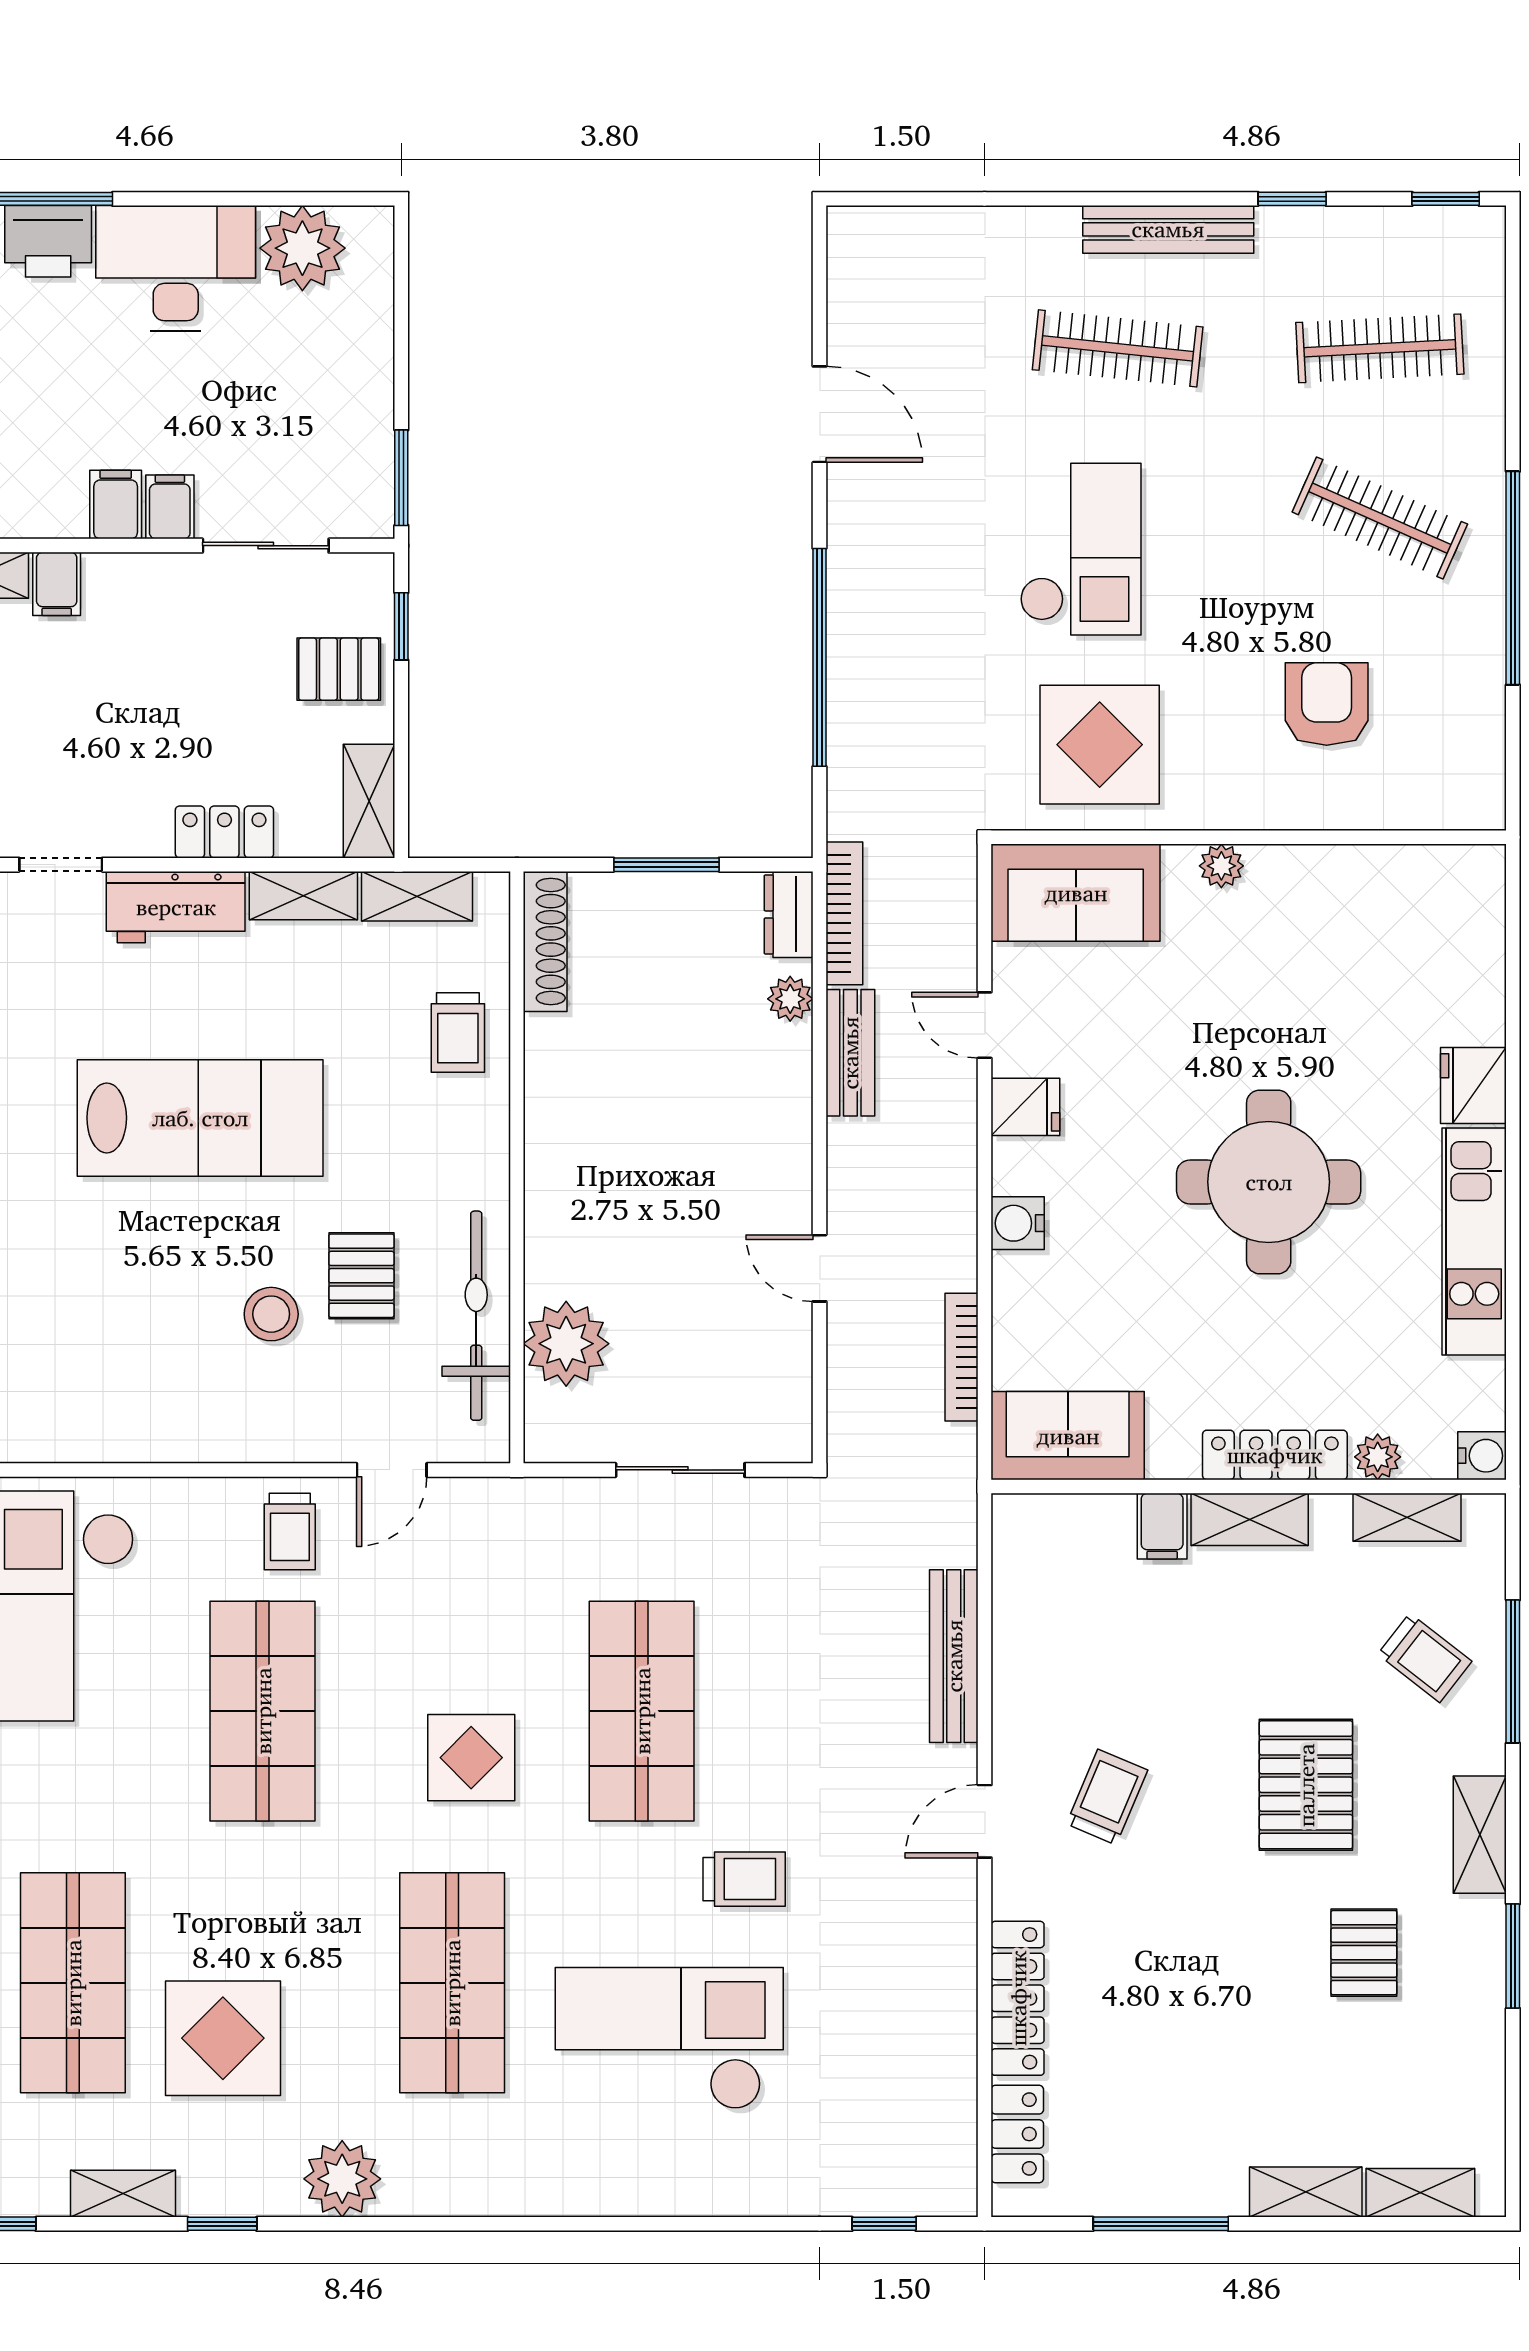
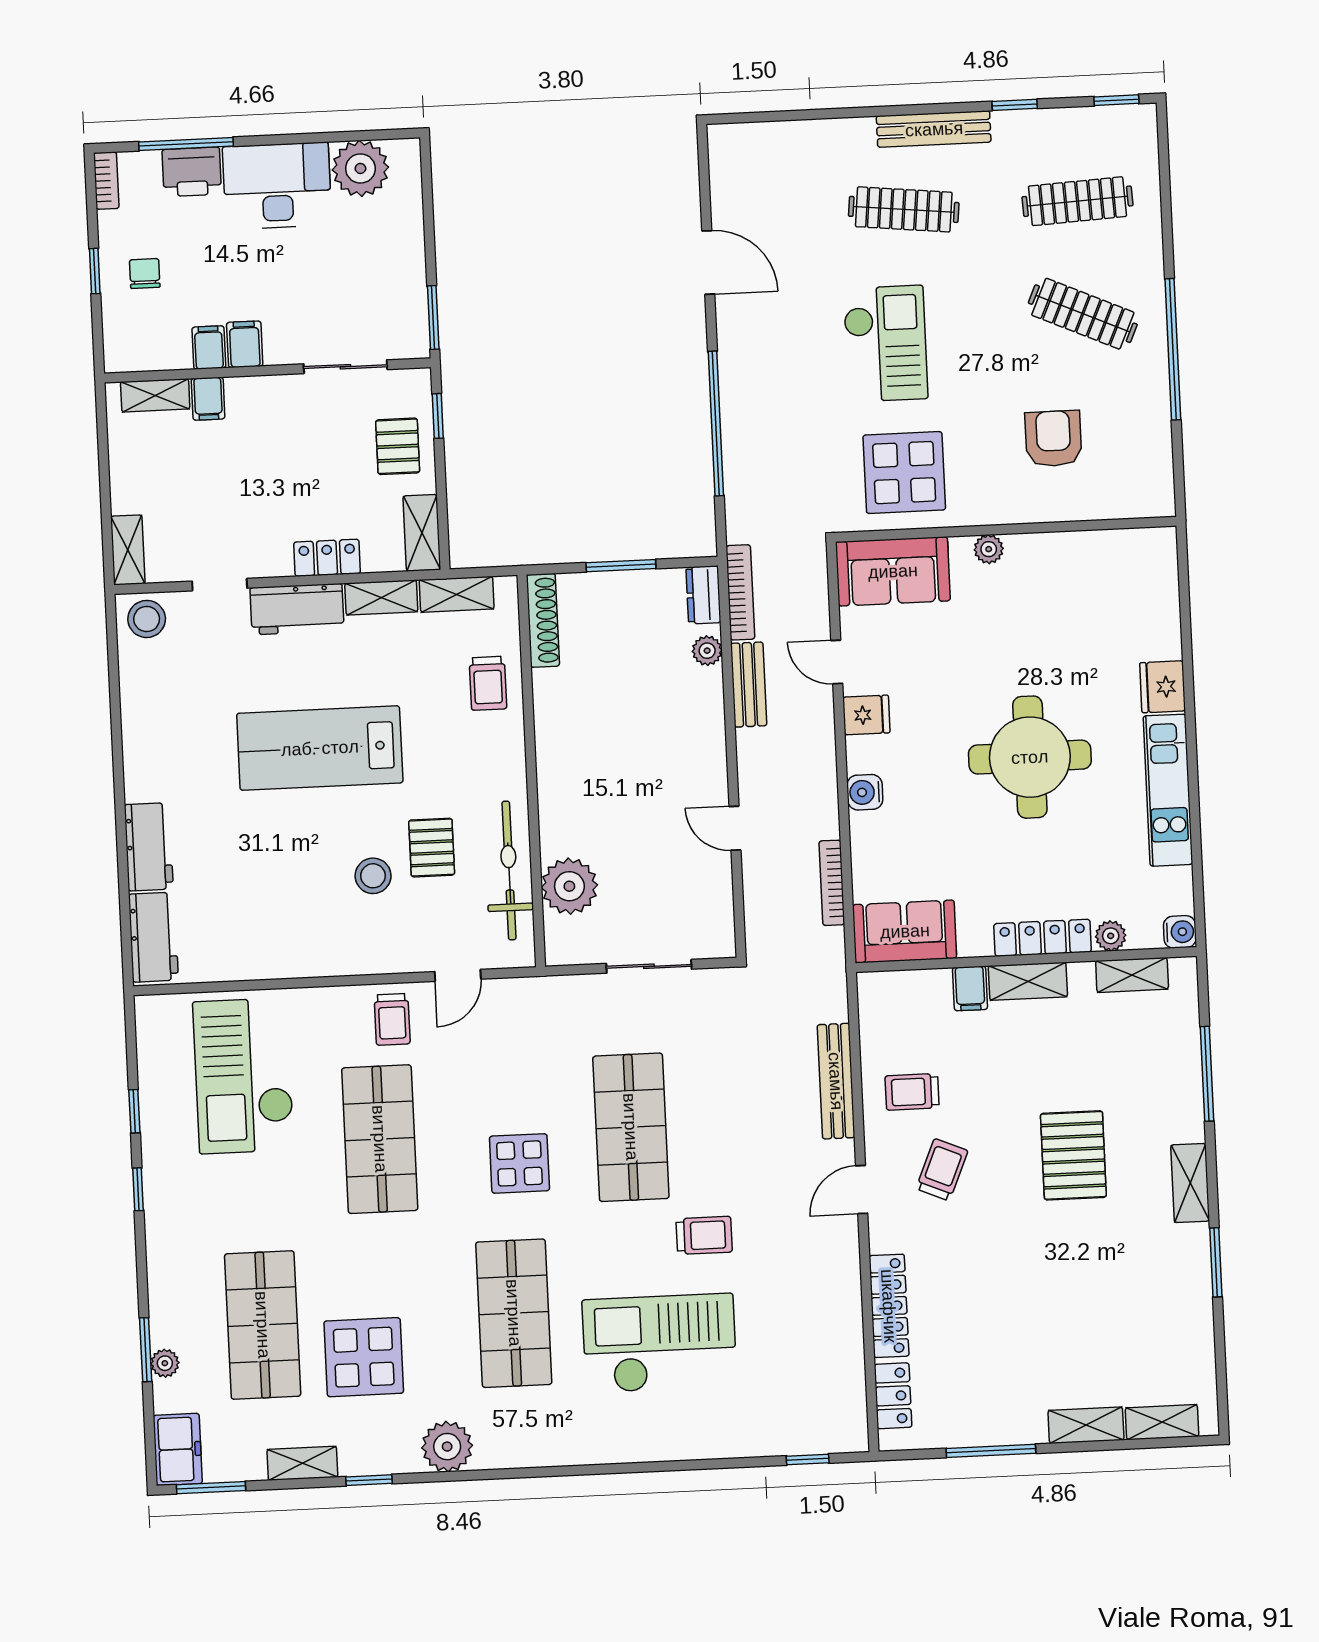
filing cabinet: (170, 507) -> (209, 348), moved
pallet: (339, 669) -> (398, 446), turned 90
lab bench: (200, 1118) -> (320, 748), turned 180
trolley: (1425, 1658) -> (912, 1092), moved, turned 142
pallet: (1364, 1953) -> (1117, 1265), removed

